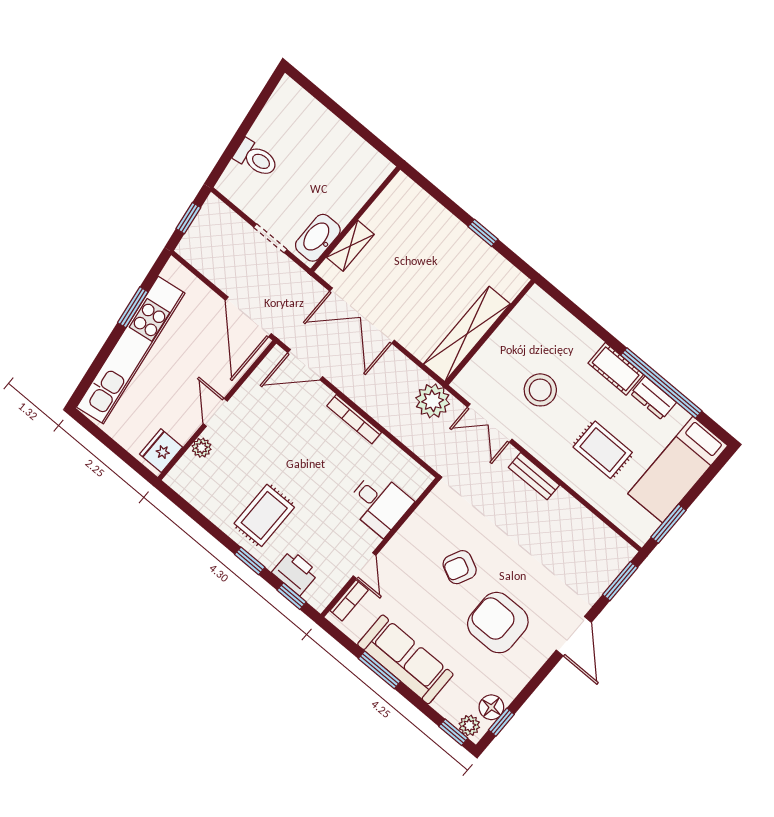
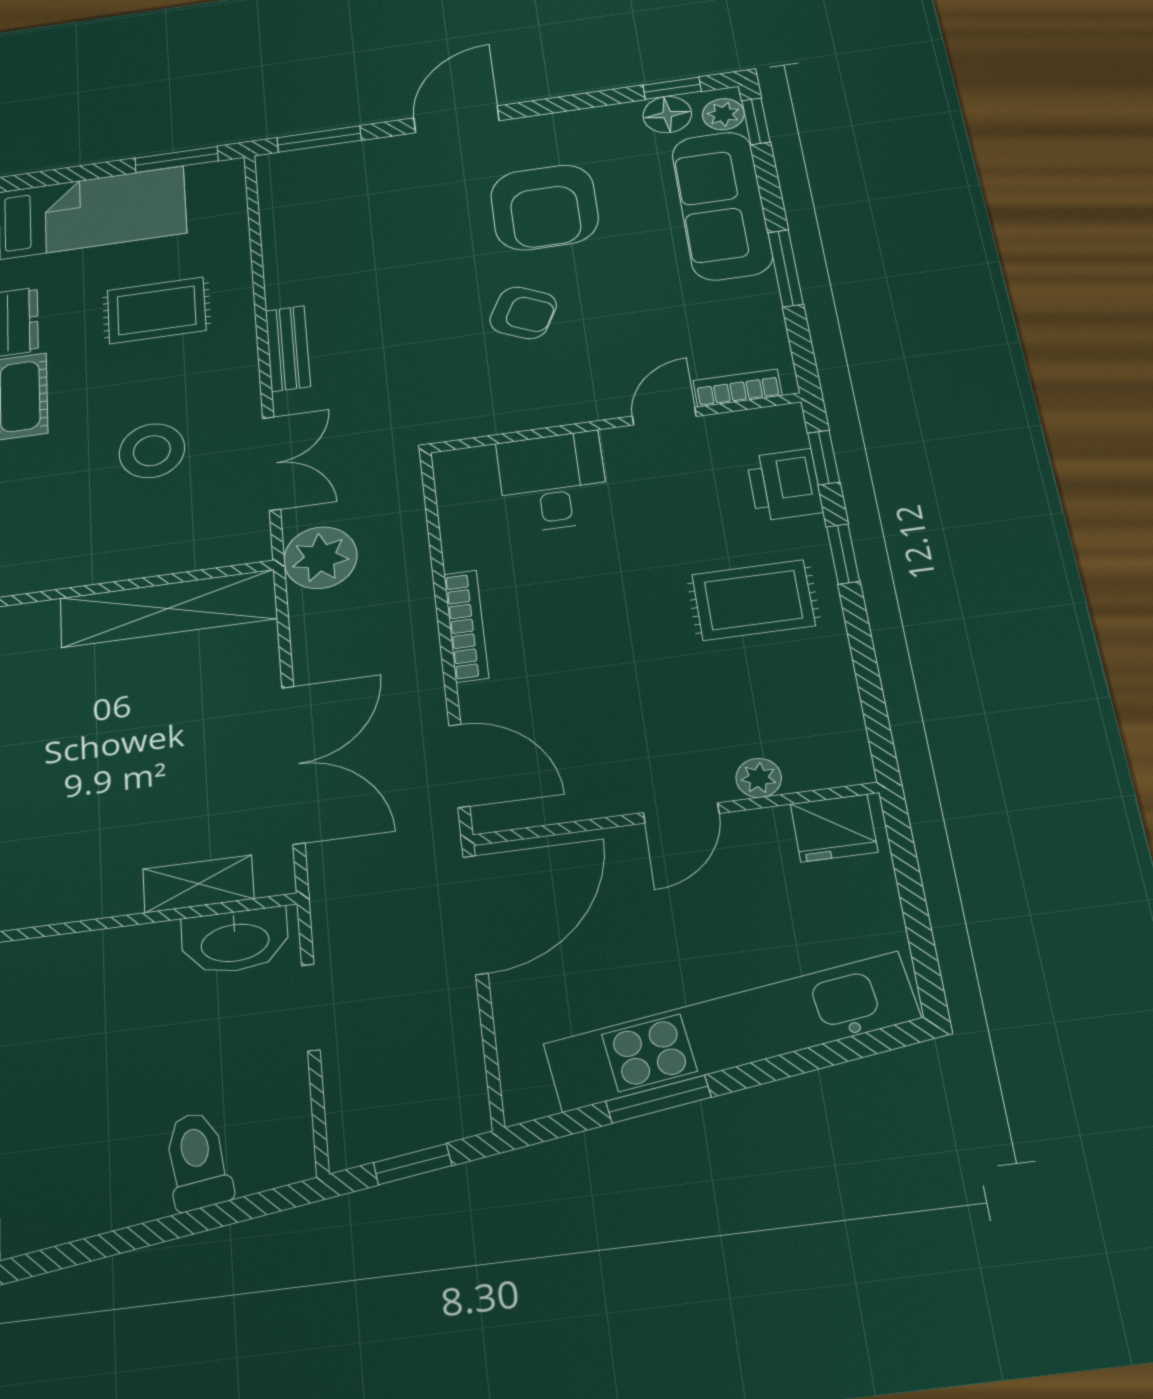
rug: (603, 450) -> (157, 310), turned 90
sofa: (405, 659) -> (722, 205), moved

